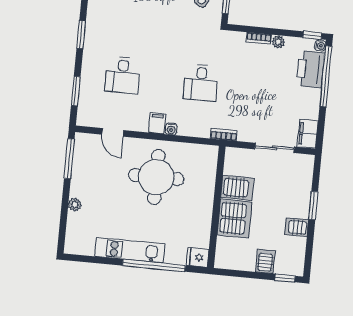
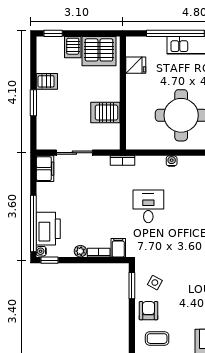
filing cabinet: (157, 123) -> (118, 248), moved, turned 180
server rack: (234, 218) -> (99, 51), moved, turned -90
fridge: (198, 257) -> (136, 65), moved

